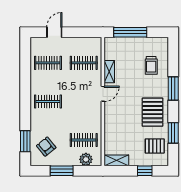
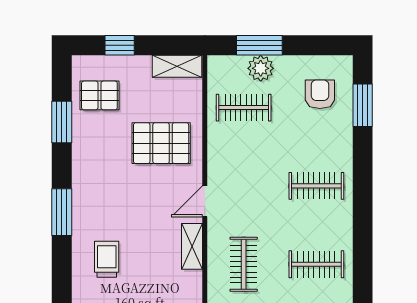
clothes rail: (84, 63) -> (244, 264), turned 90
pallet: (153, 112) -> (161, 143), moved, turned 90
armchair: (46, 147) -> (320, 94), turned -141
plant: (86, 159) -> (261, 68), moved
window: (62, 171) -> (259, 45), moved

